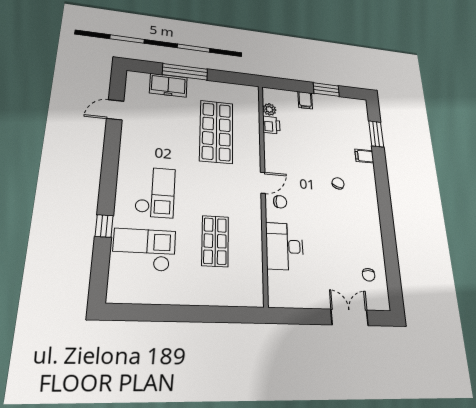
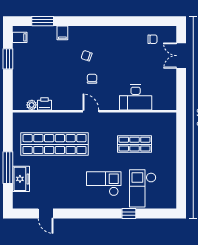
filing cabinet: (305, 100) -> (20, 37), moved
shop shelf: (216, 132) -> (54, 144), width x1.40
chair: (280, 202) -> (92, 79), moved

